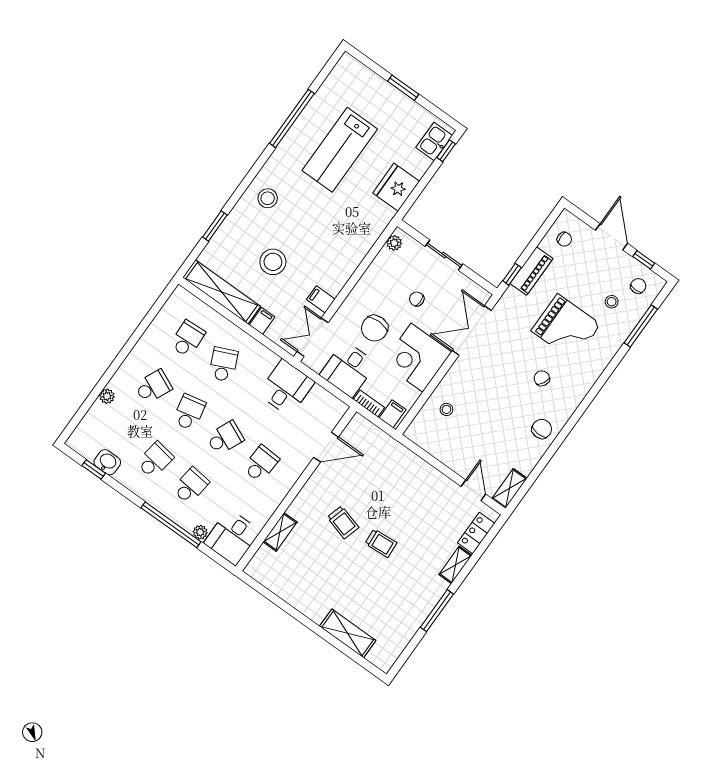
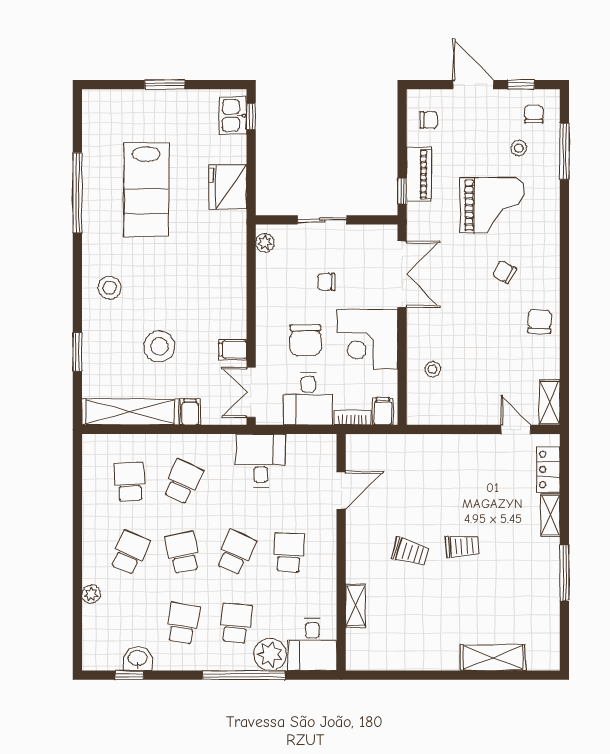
double door: (472, 330) -> (402, 274), swing flipped
school desk: (223, 364) -> (183, 482), turned 48
plant: (200, 532) -> (270, 654), width x1.87, depth x1.87

